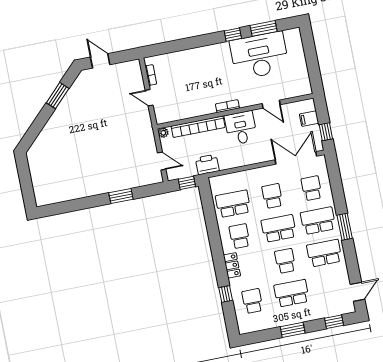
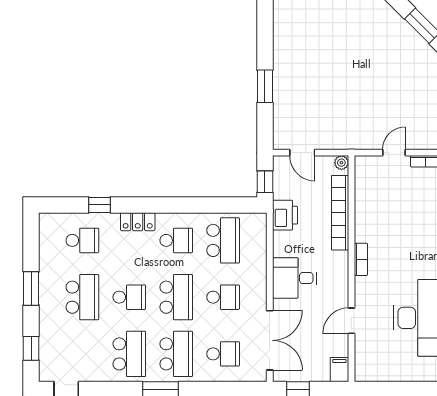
filing cabinet: (309, 119) -> (339, 370), moved
desk: (241, 128) -> (294, 278), moved, turned 180
door: (162, 161) -> (302, 153), hinge flipped

